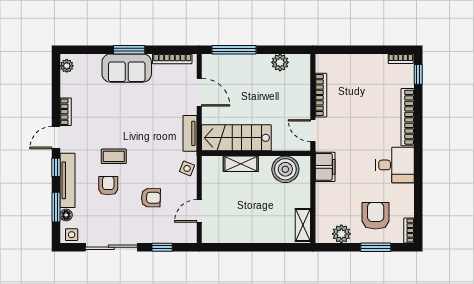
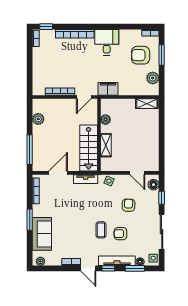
sofa: (127, 68) -> (42, 234), moved
boiler: (285, 169) -> (105, 120), width x0.54, depth x0.54
floor lamp: (182, 235) -> (153, 185), added

